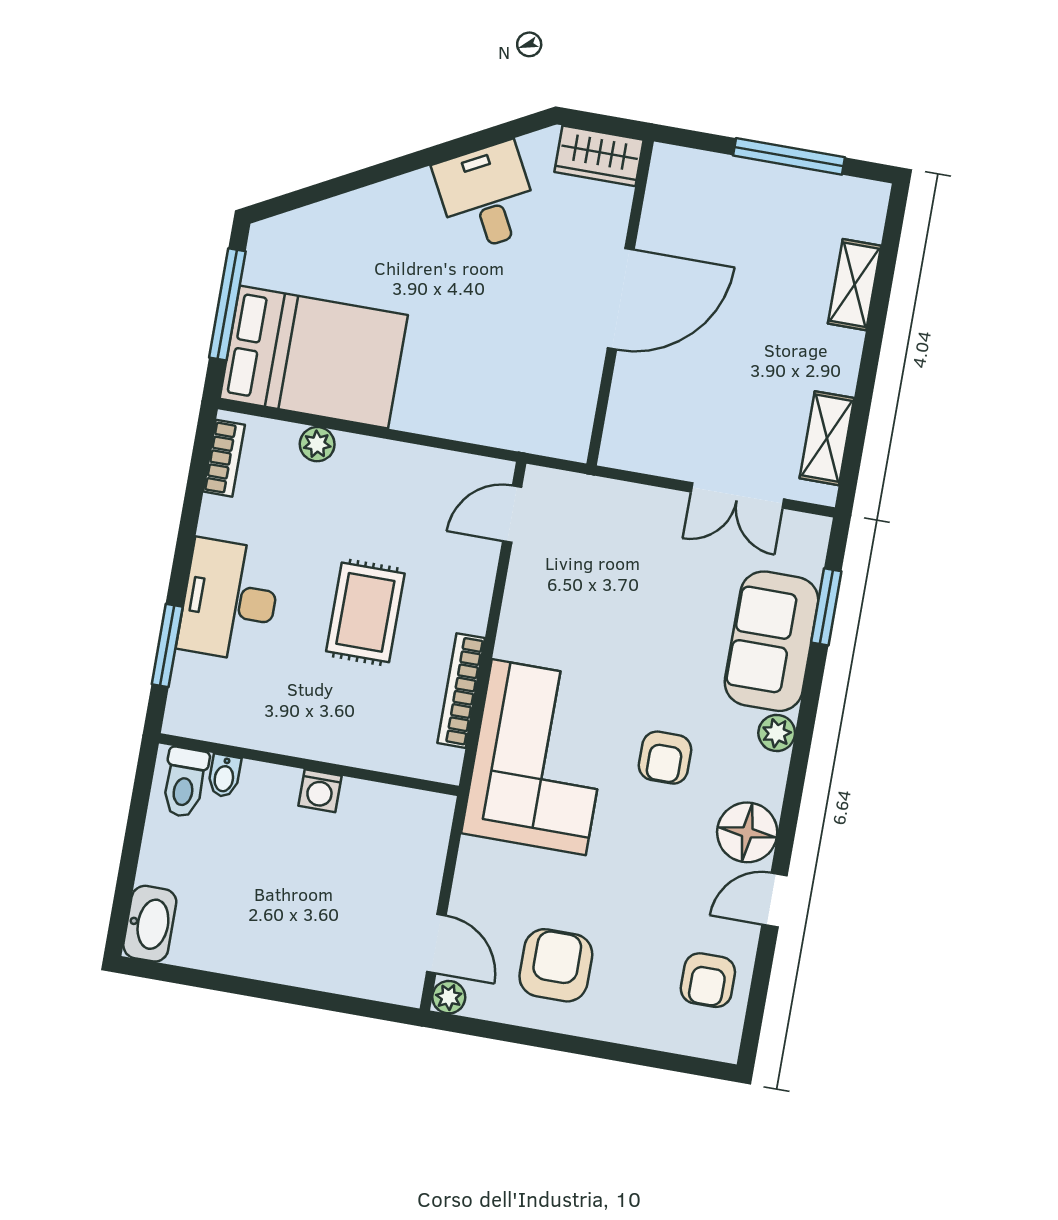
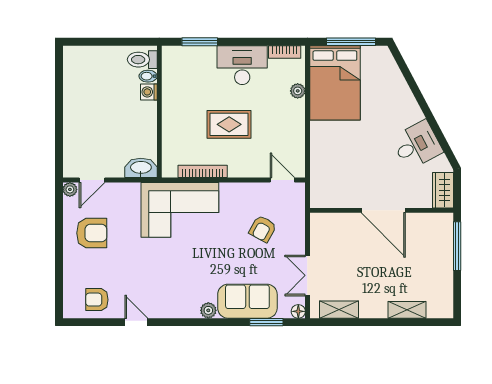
window: (789, 156) -> (457, 246), moved
desk: (230, 600) -> (242, 65), moved
armchair: (665, 758) -> (263, 229), moved, turned -61
washing machine: (320, 791) -> (149, 92), moved
floor lamp: (747, 832) -> (298, 311), moved, width x0.53, depth x0.53
washbasin: (150, 924) -> (141, 168), moved, turned 180

